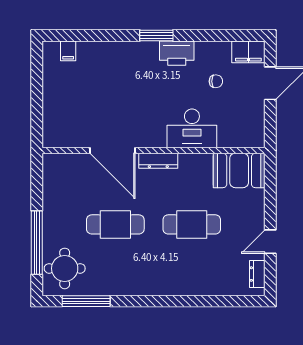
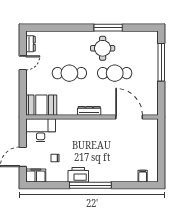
window: (156, 35) -> (90, 185), width x2.11
desk: (192, 128) -> (41, 130), moved
door: (113, 150) -> (129, 117), moved
round table: (65, 268) -> (103, 48), moved
window: (86, 301) -> (108, 28), moved

